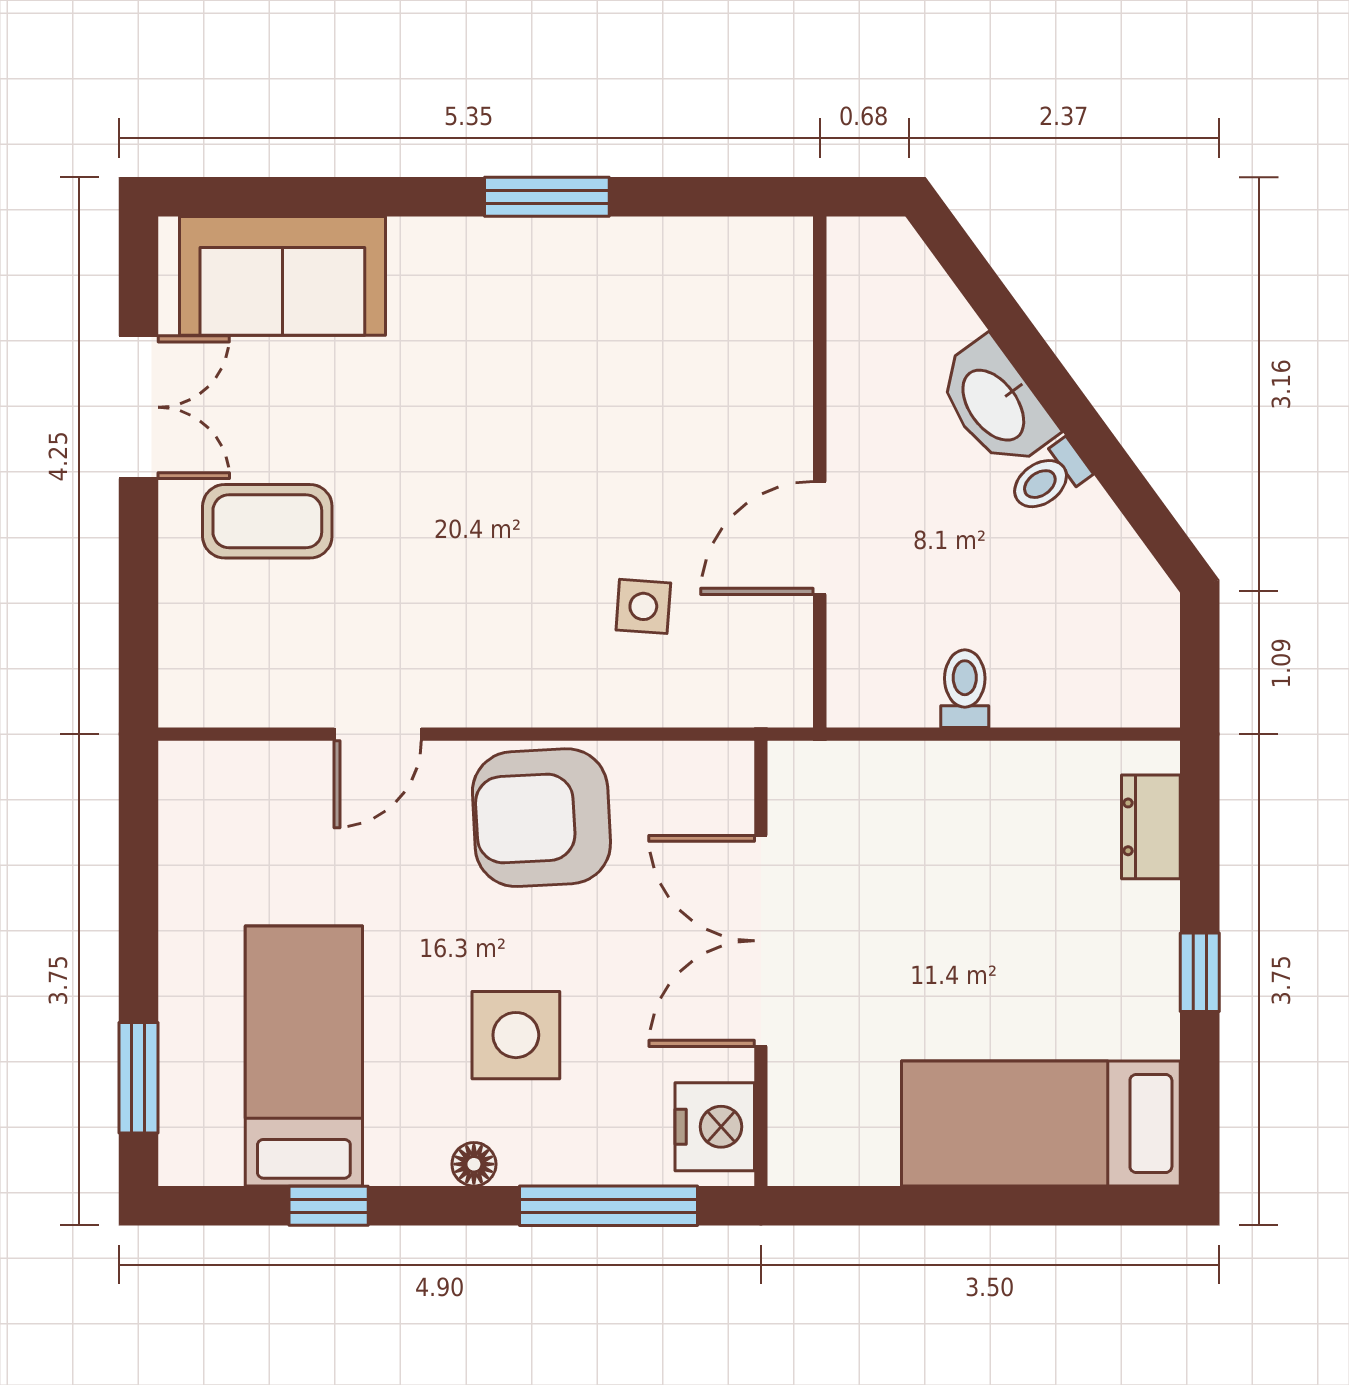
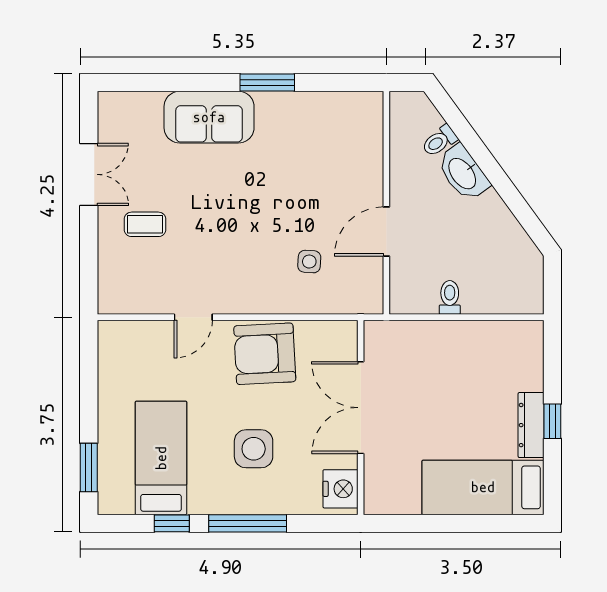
sofa: (282, 276) -> (209, 117), moved
toilet: (1049, 478) -> (439, 141), moved
coffee table: (267, 521) -> (145, 224), width x0.73, depth x0.77
dresser: (1151, 827) -> (531, 425), moved, width x1.44
floor lamp: (474, 1164) -> (235, 505), removed
window: (609, 1206) -> (248, 523), moved

